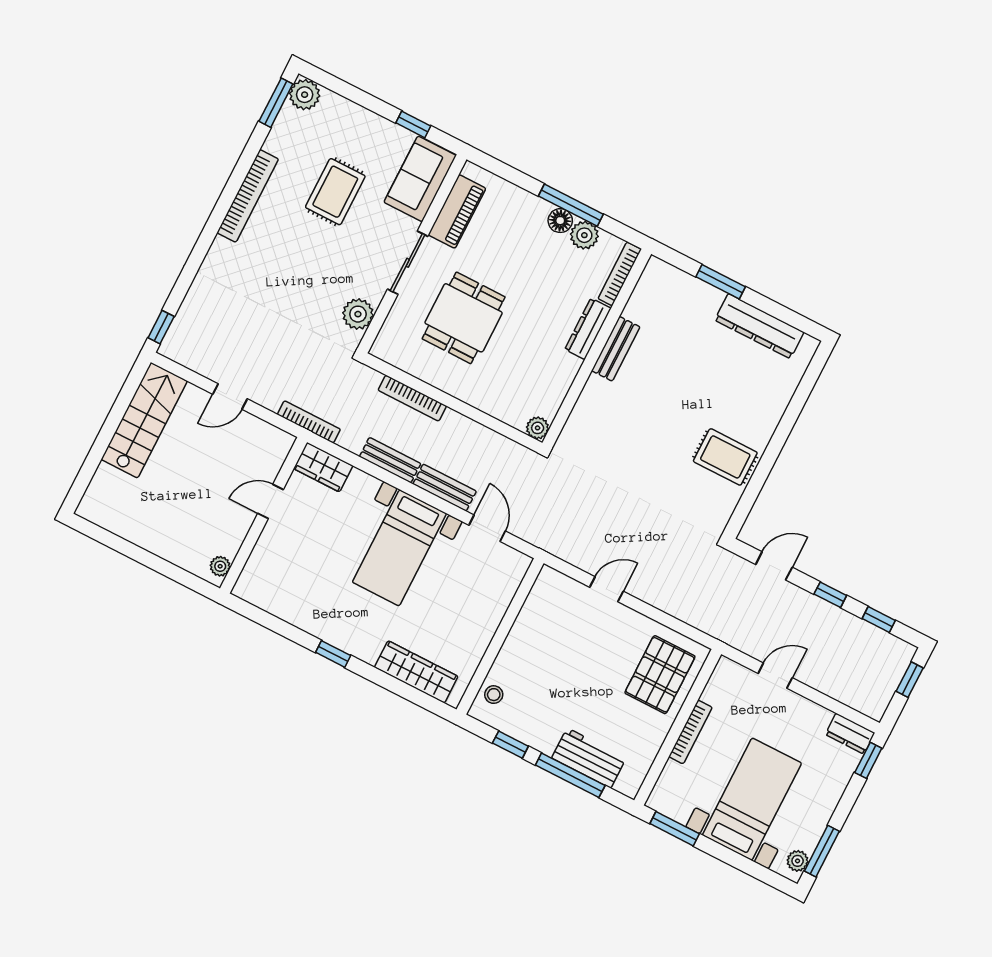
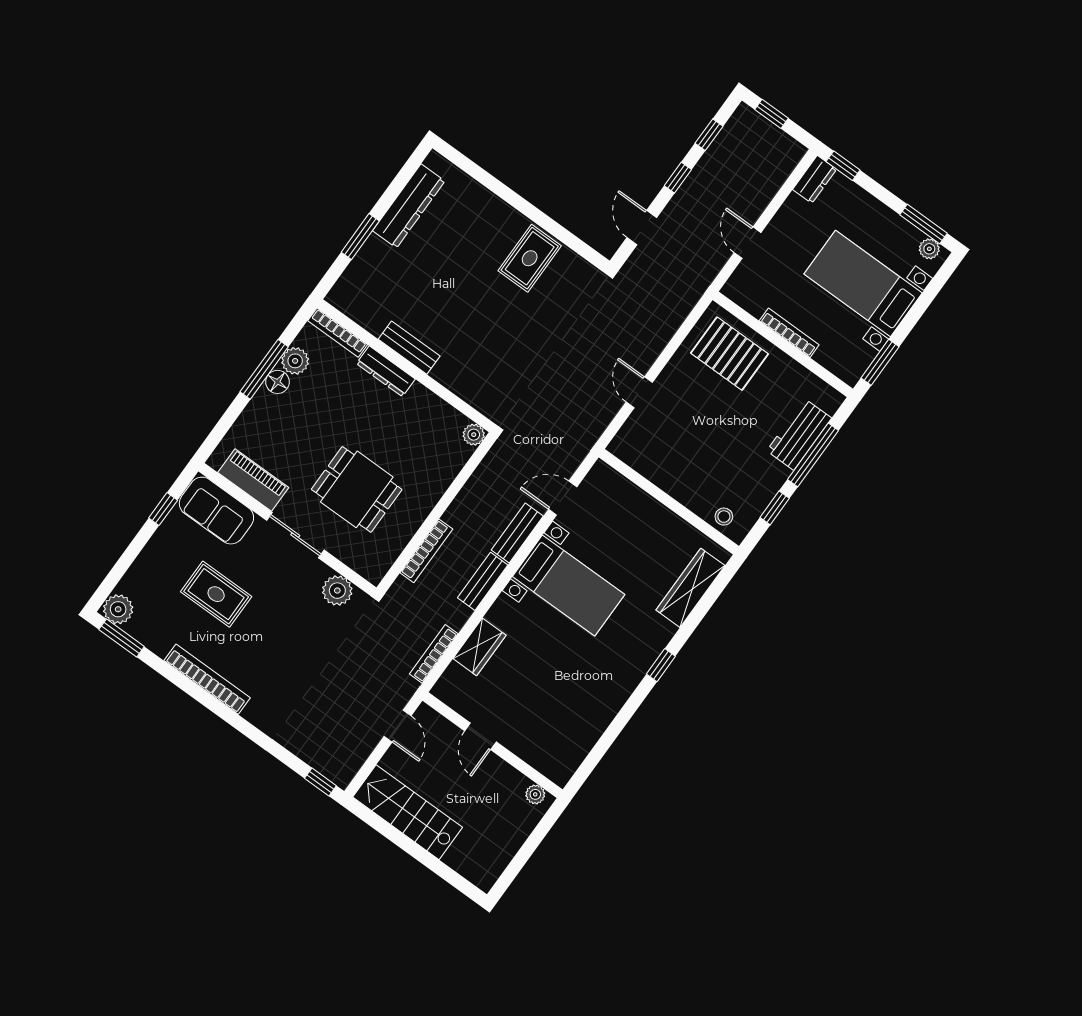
door: (270, 502) -> (480, 736), moved
wall: (263, 515) -> (493, 745), moved
plant: (220, 566) -> (535, 794), moved

